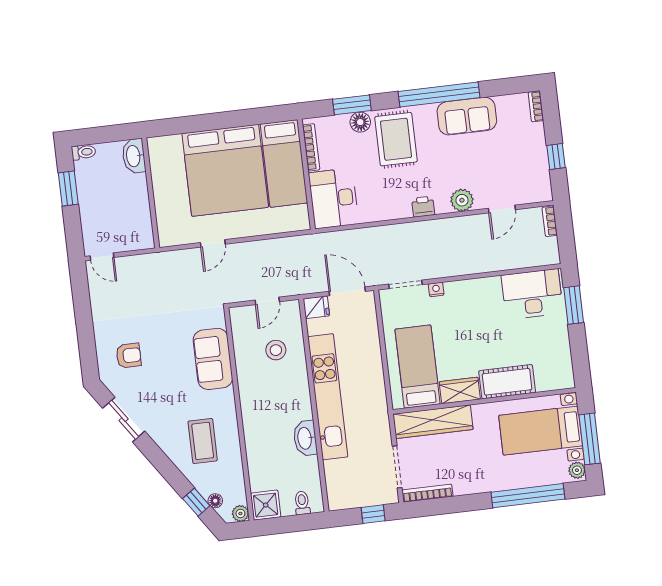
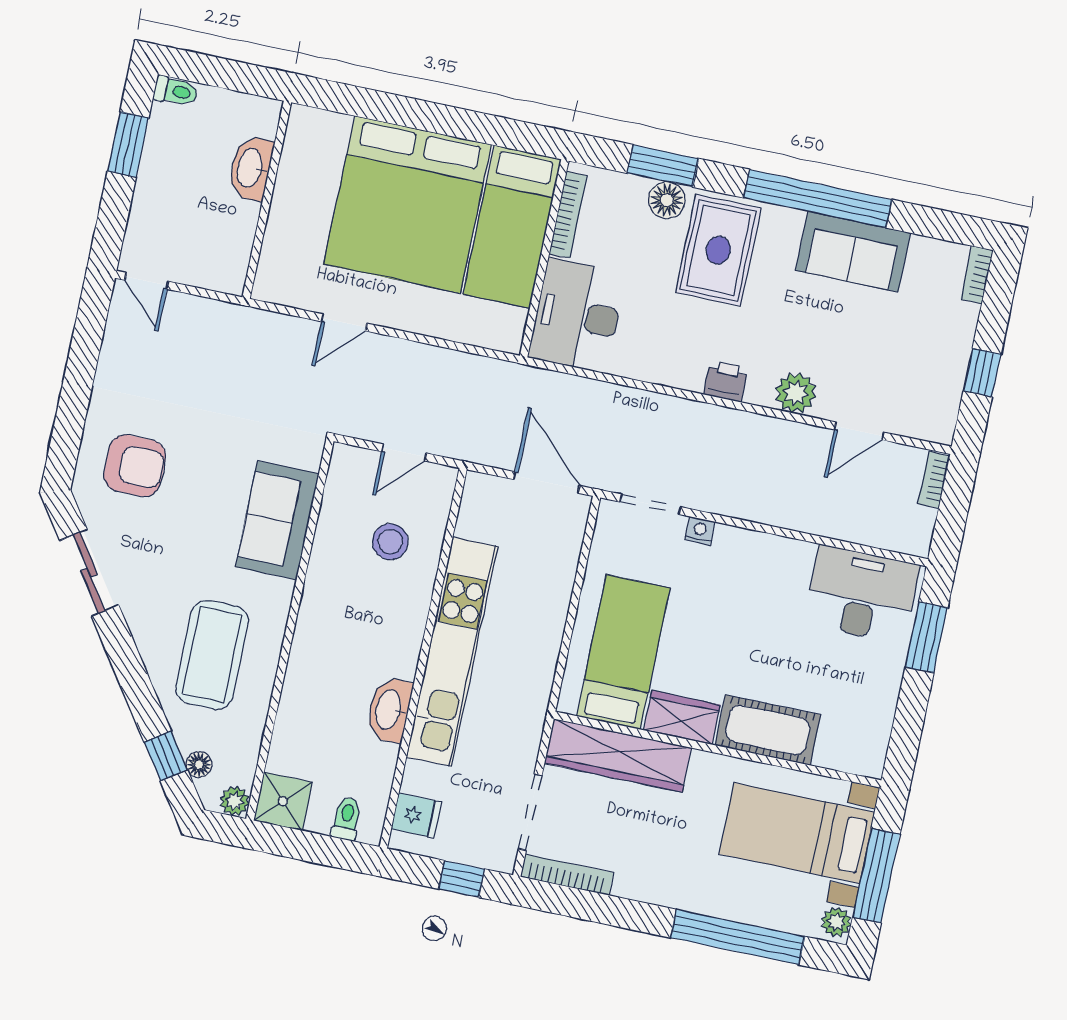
washbasin: (134, 156) -> (251, 168), moved
fridge: (316, 307) -> (416, 815), moved
armchair: (129, 356) -> (135, 466), width x1.38, depth x1.38
coffee table: (203, 441) -> (212, 655), width x1.36, depth x1.32

